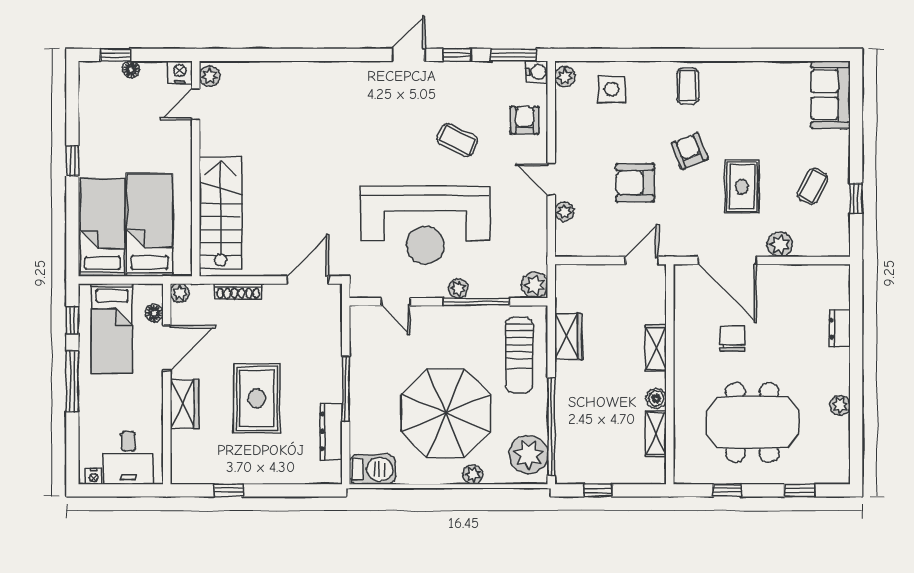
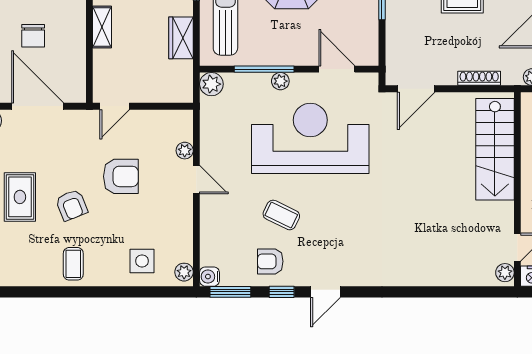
armchair: (525, 120) -> (270, 261), moved, turned 90
rug: (742, 187) -> (20, 197), moved
door: (396, 302) -> (337, 69), width x1.38

